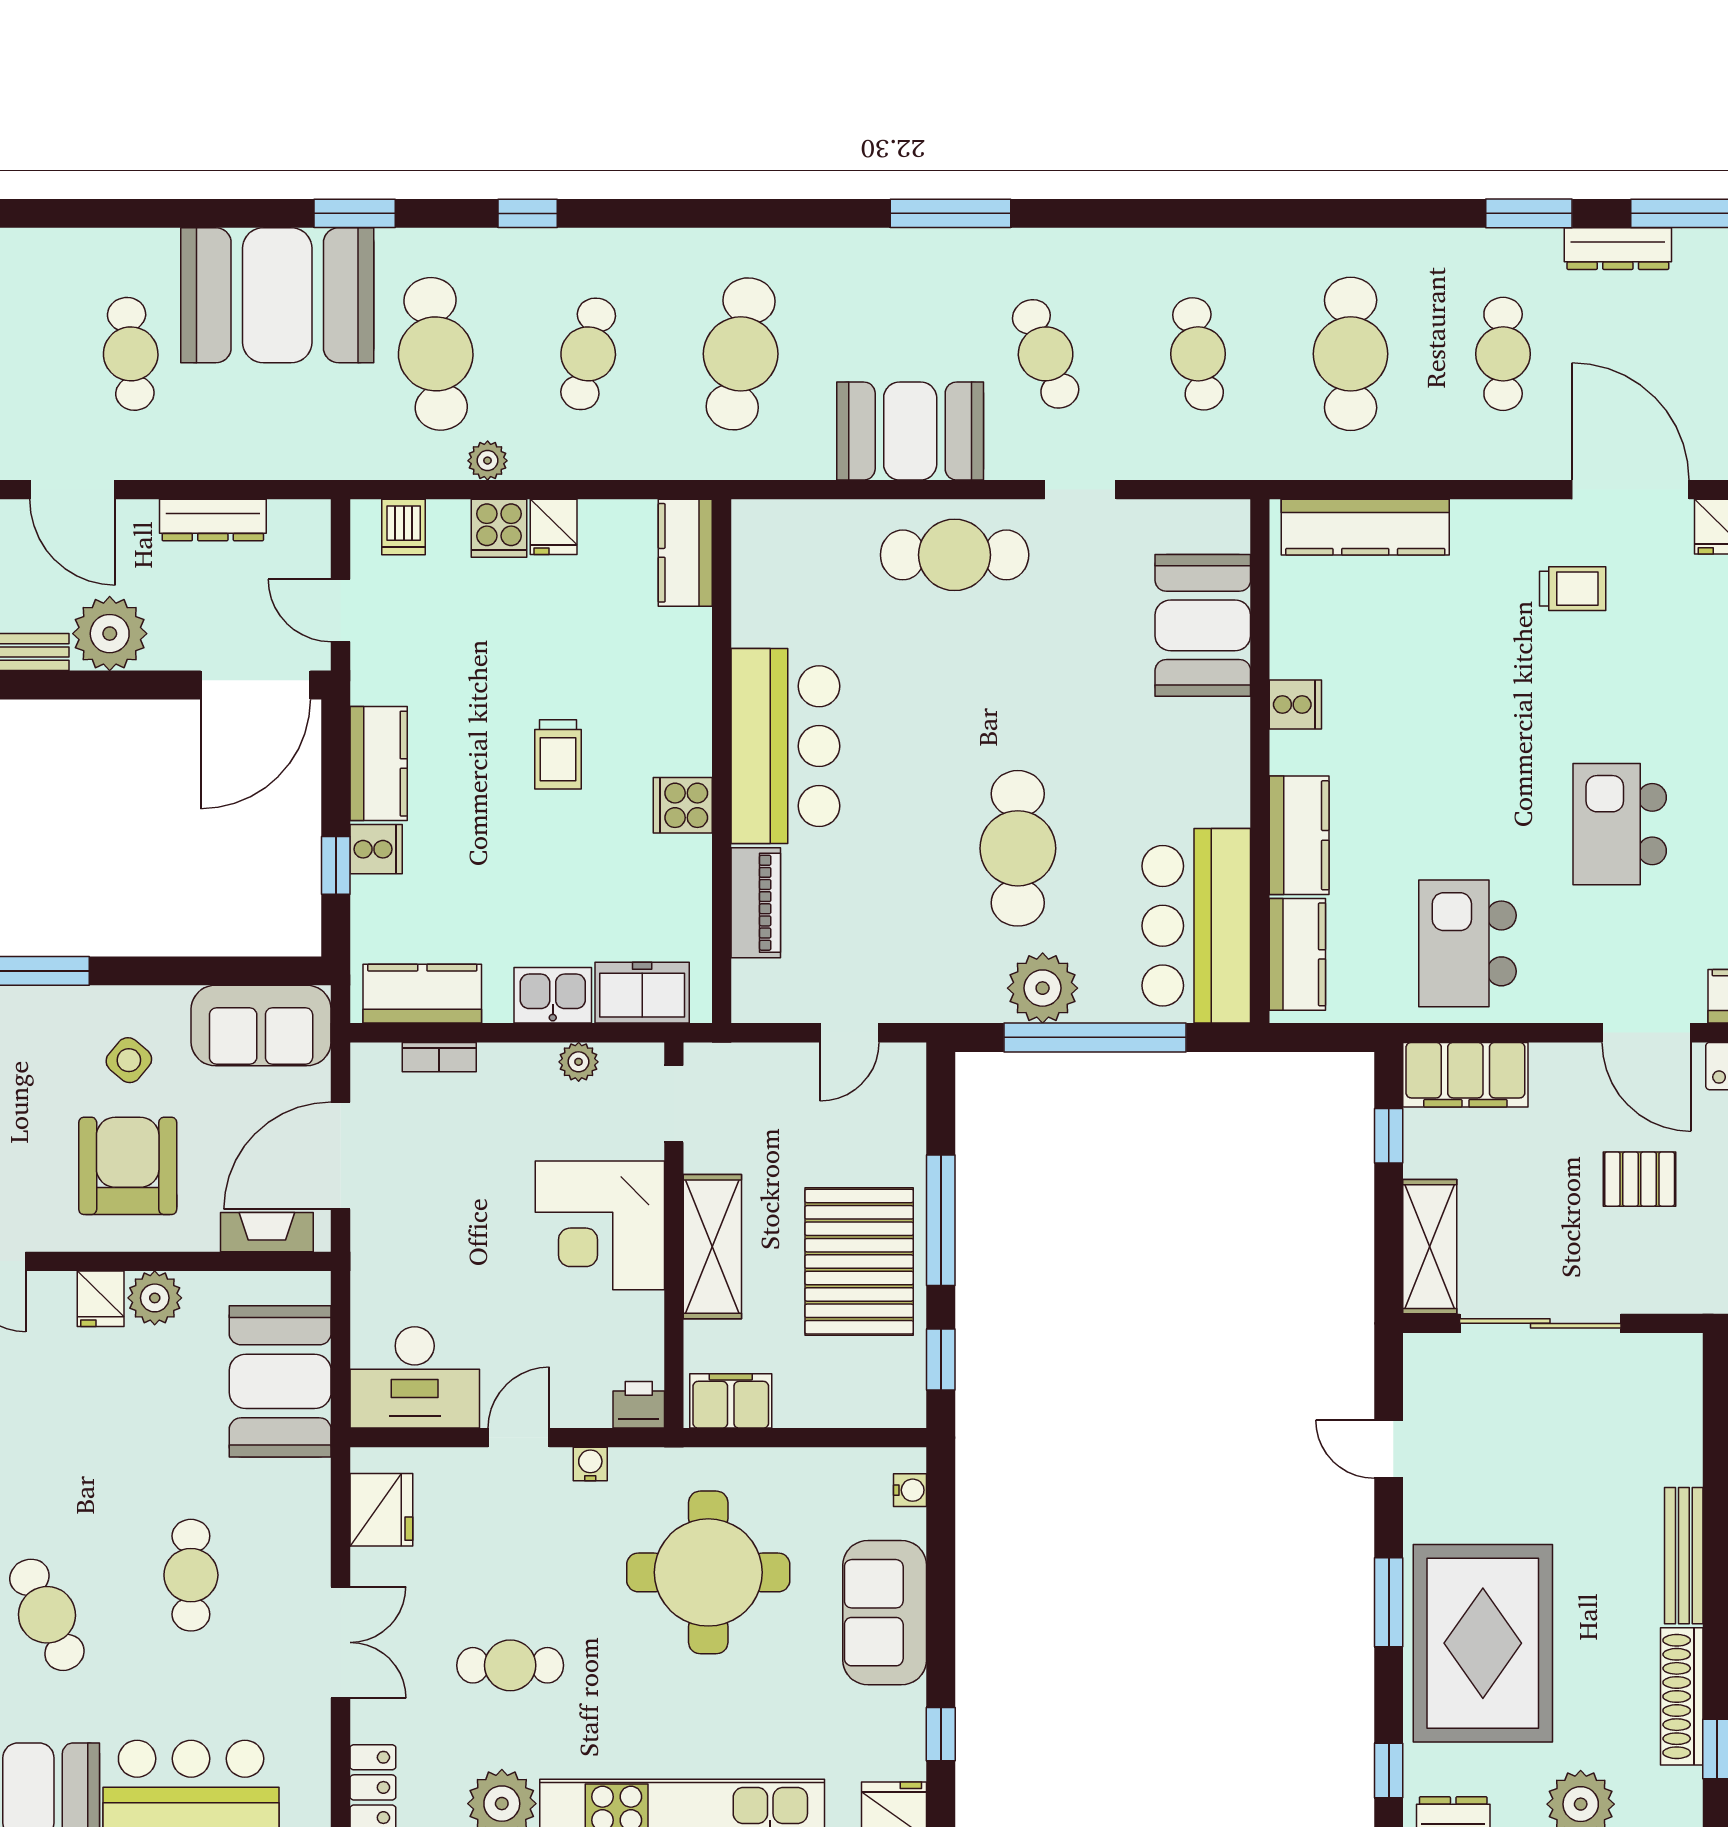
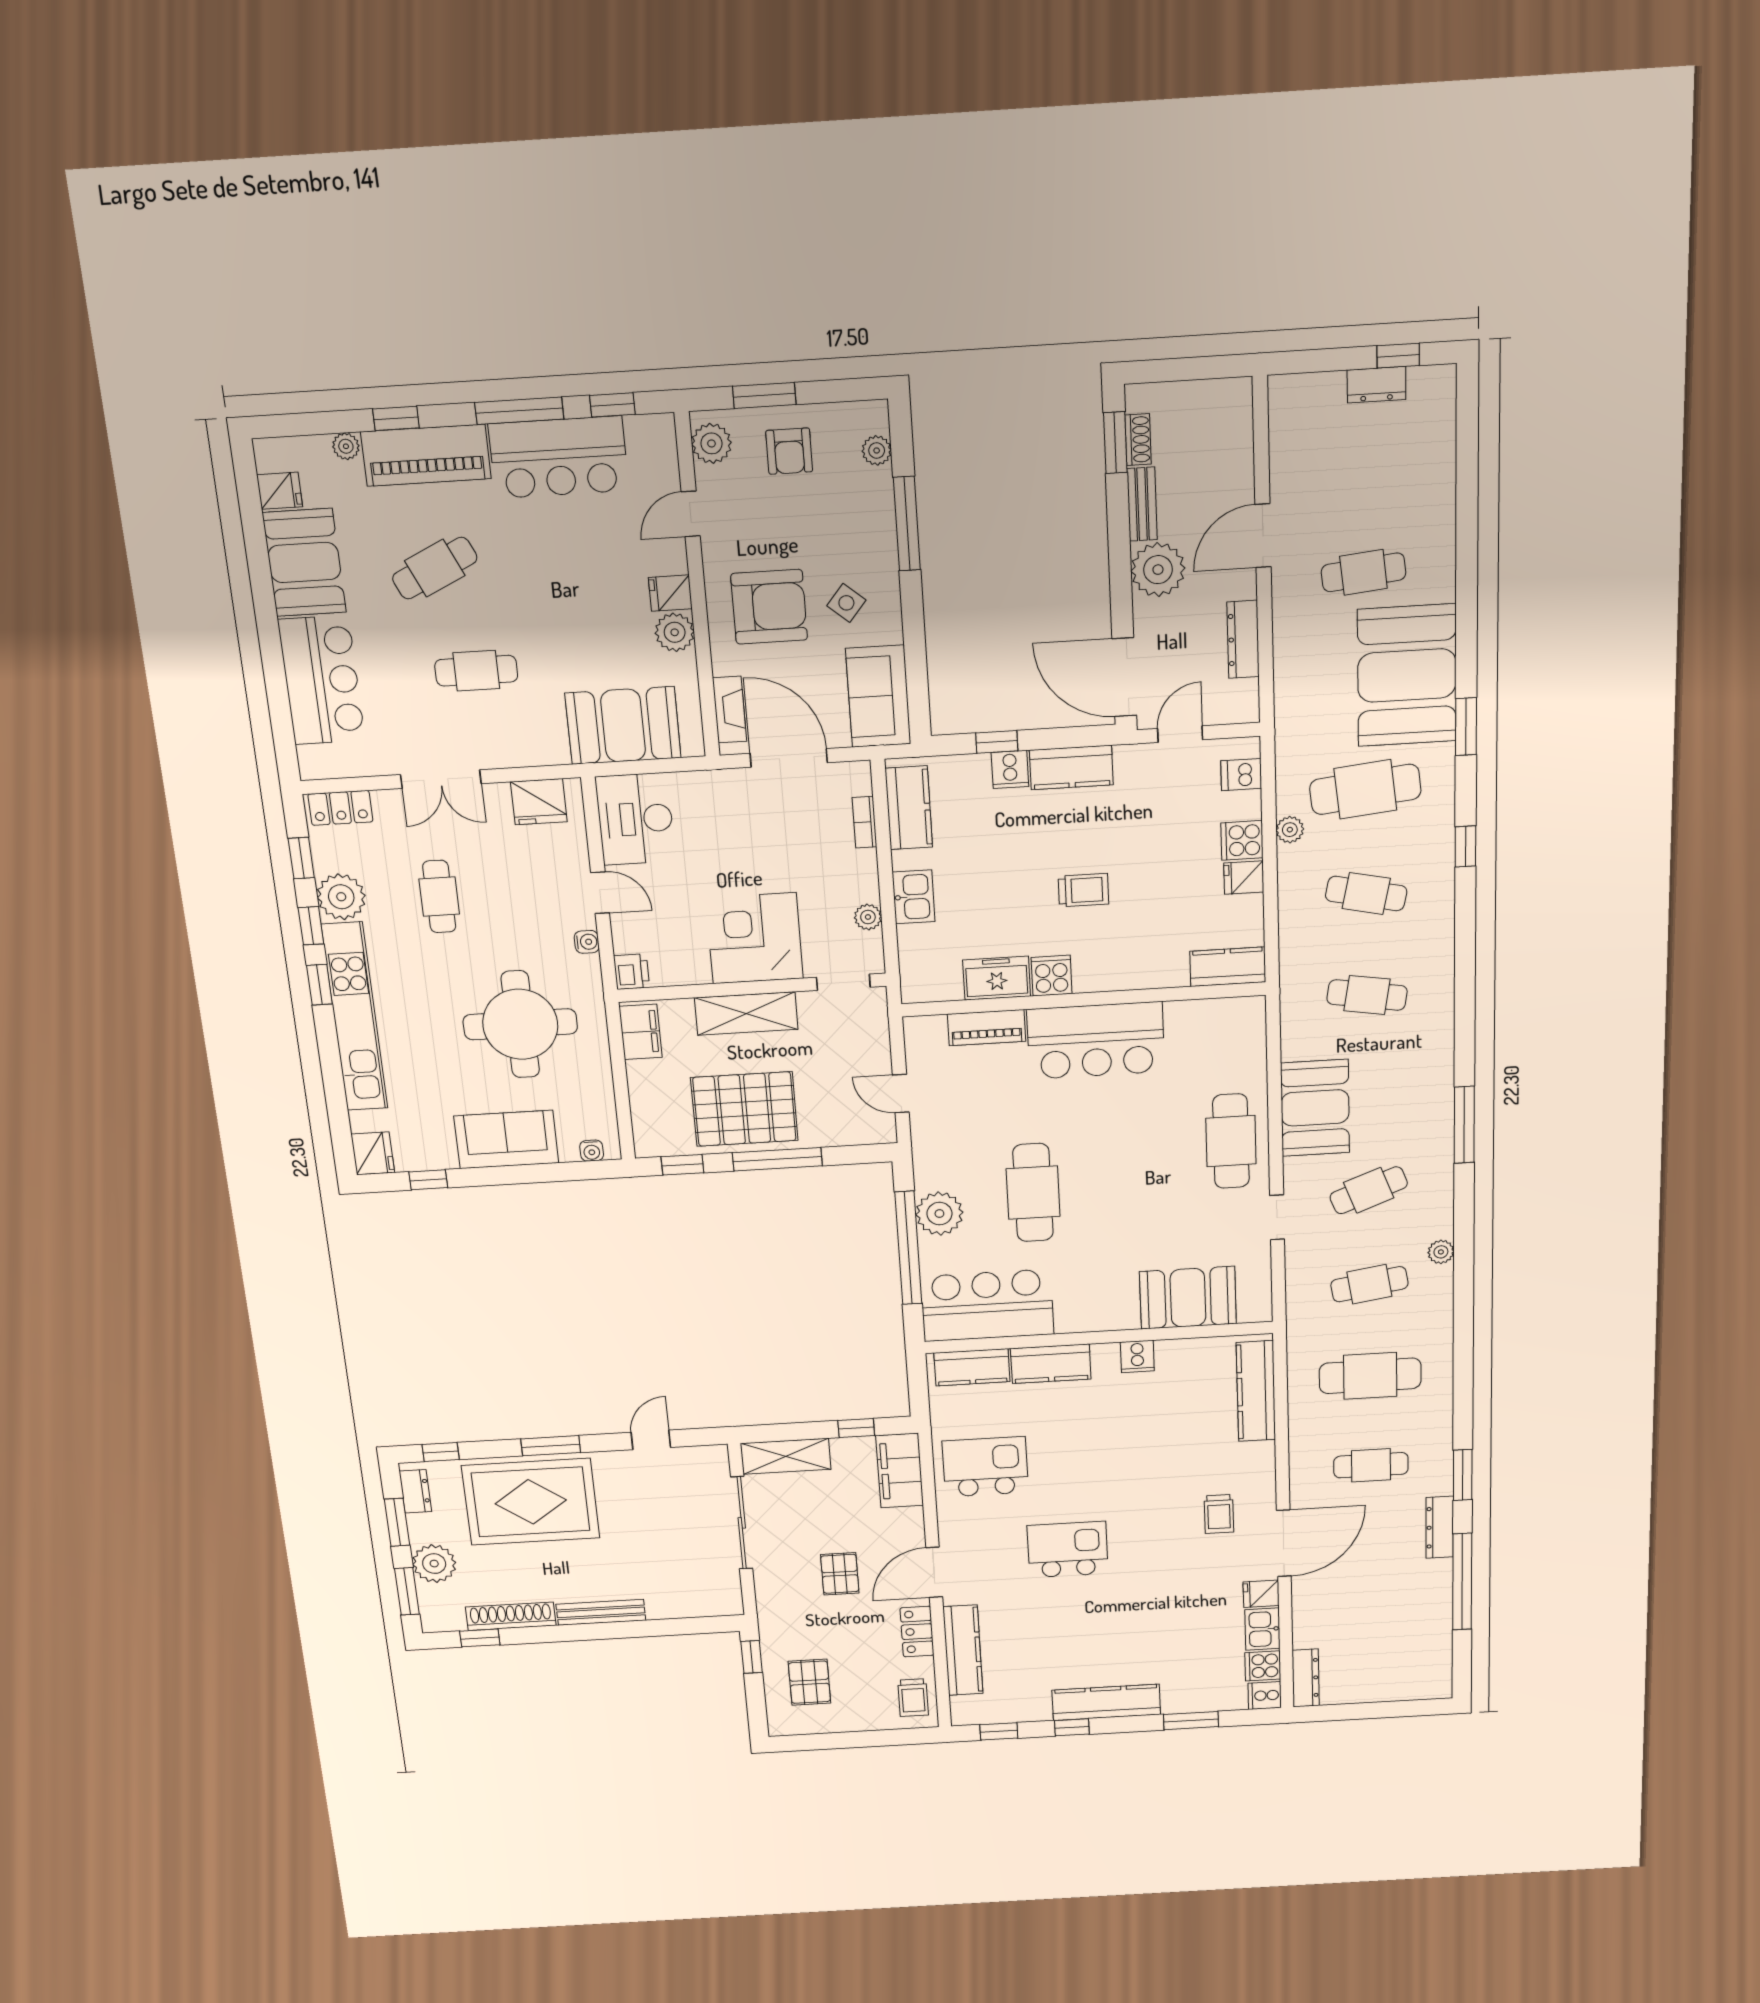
plant: (1152, 247) -> (1441, 1252), added
cafe table: (741, 354) -> (1367, 995), width x0.73, depth x0.74
trolley: (558, 754) -> (1083, 890), turned 180
cafe table: (1018, 848) -> (1033, 1193), turned 90
freezer: (642, 993) -> (997, 978), moved, turned -90

